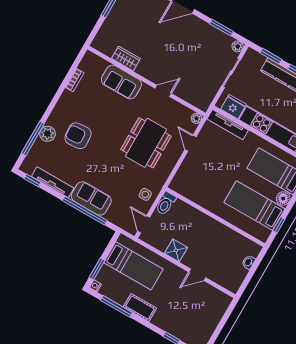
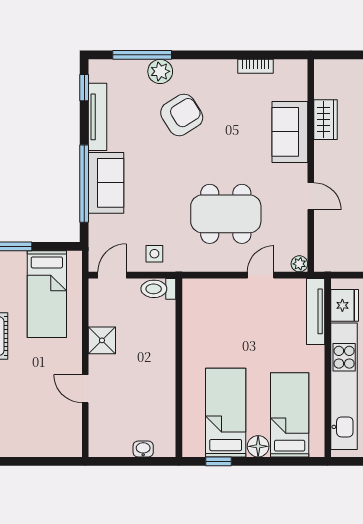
armchair: (78, 136) -> (182, 115), turned 62

